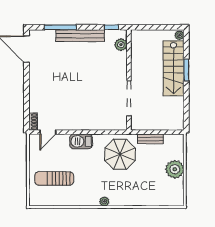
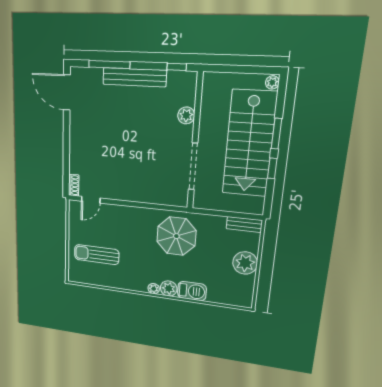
plant: (121, 45) -> (186, 115), moved
stairs: (174, 68) -> (249, 144), width x1.36, depth x1.51
window: (186, 95) -> (272, 168), added
bench: (150, 139) -> (244, 224), moved
barbecue: (81, 141) -> (192, 291), moved, turned 180
plant: (117, 199) -> (169, 288), added

